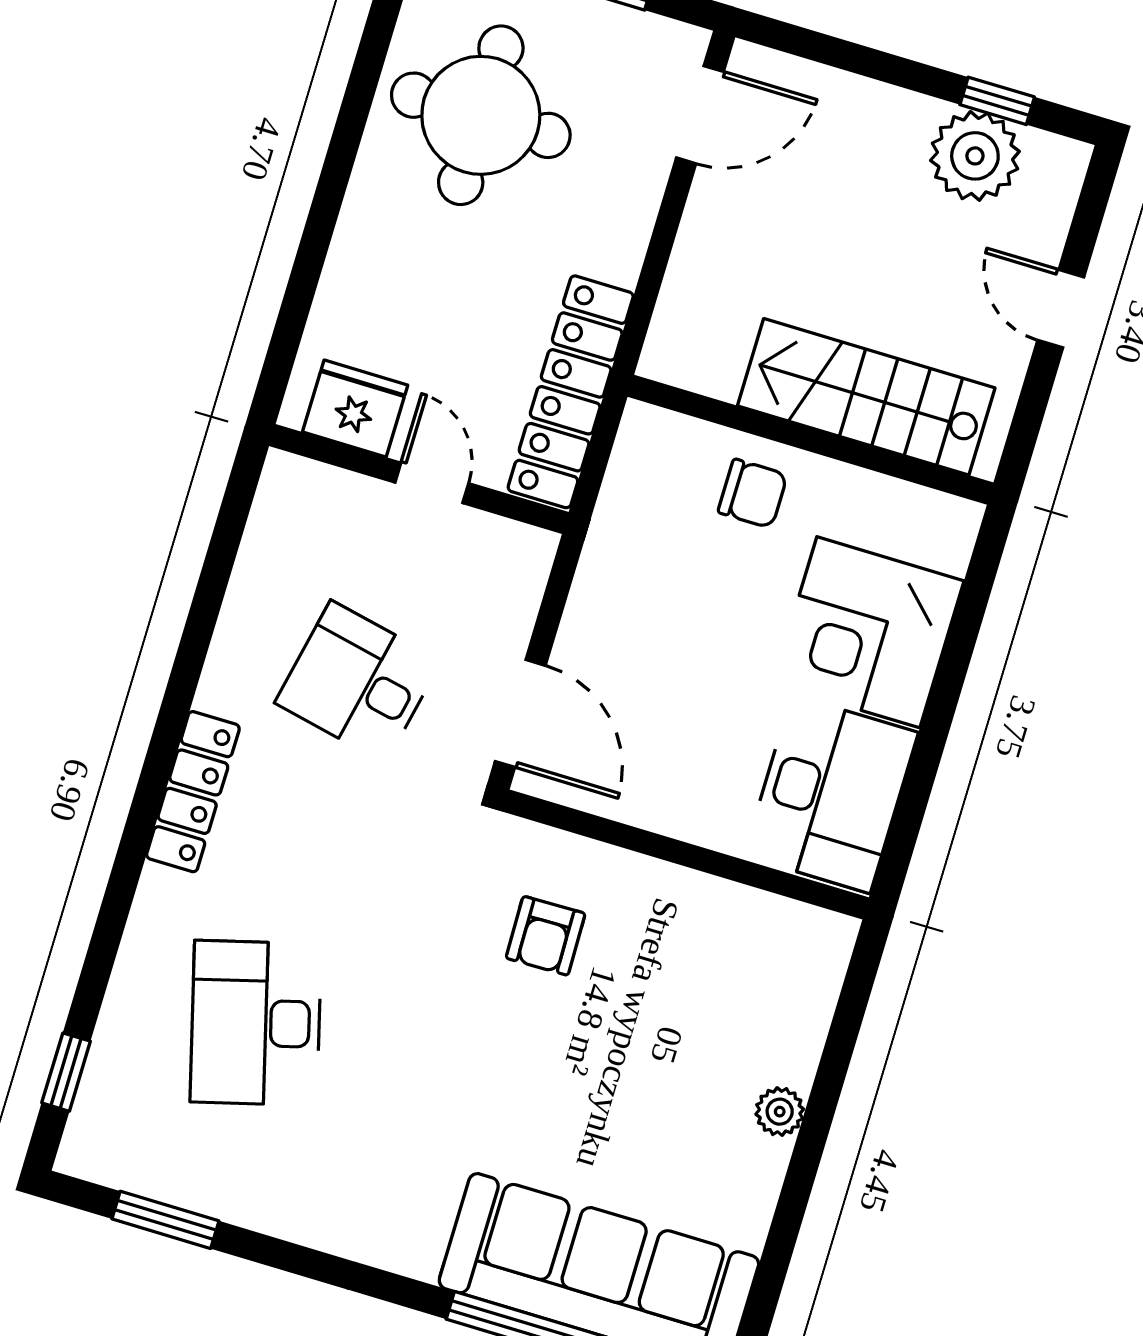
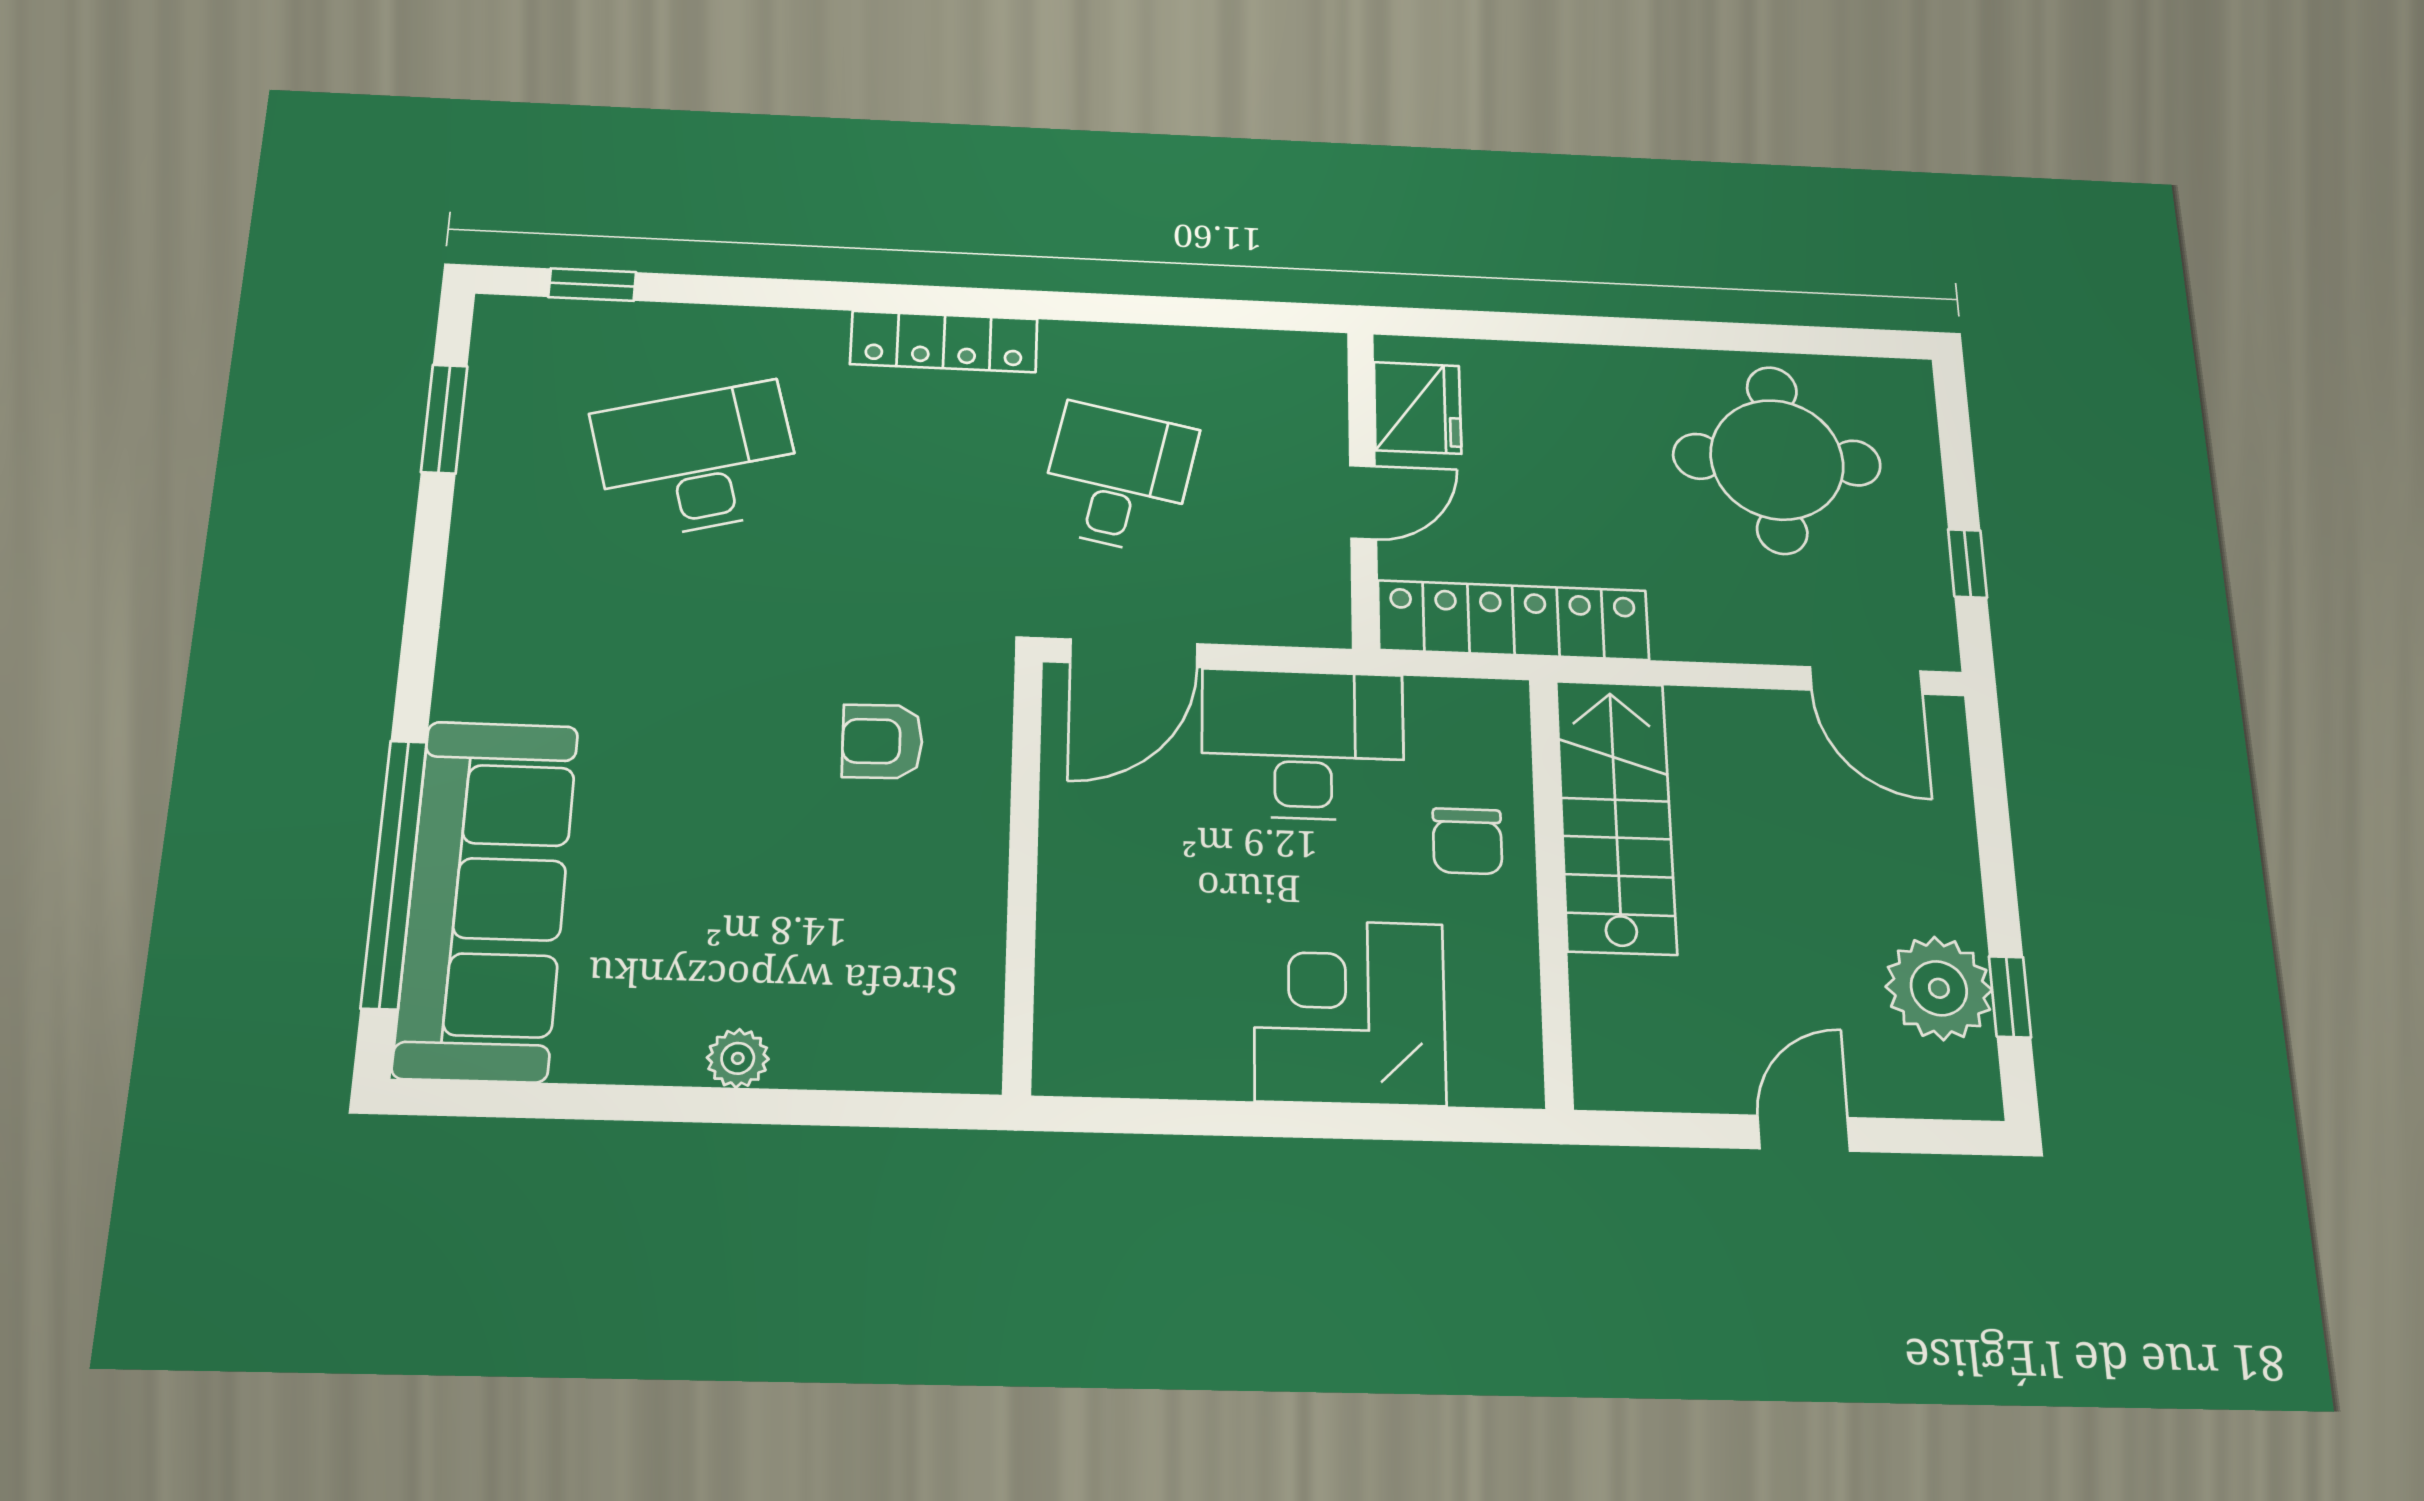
stairs: (866, 397) -> (1616, 816), moved
desk: (831, 794) -> (1303, 745), moved, turned 180

